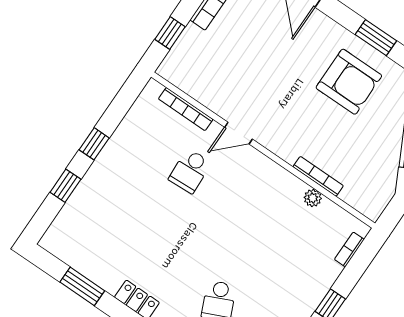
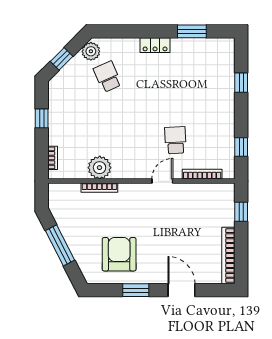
window: (376, 38) -> (136, 290), moved
armchair: (349, 82) -> (119, 254), turned 90
window: (94, 144) -> (241, 147), moved
plant: (313, 198) -> (100, 168), width x1.88, depth x1.88

